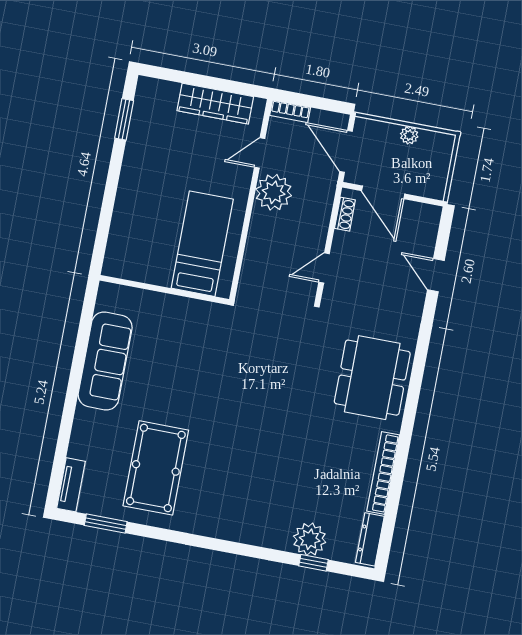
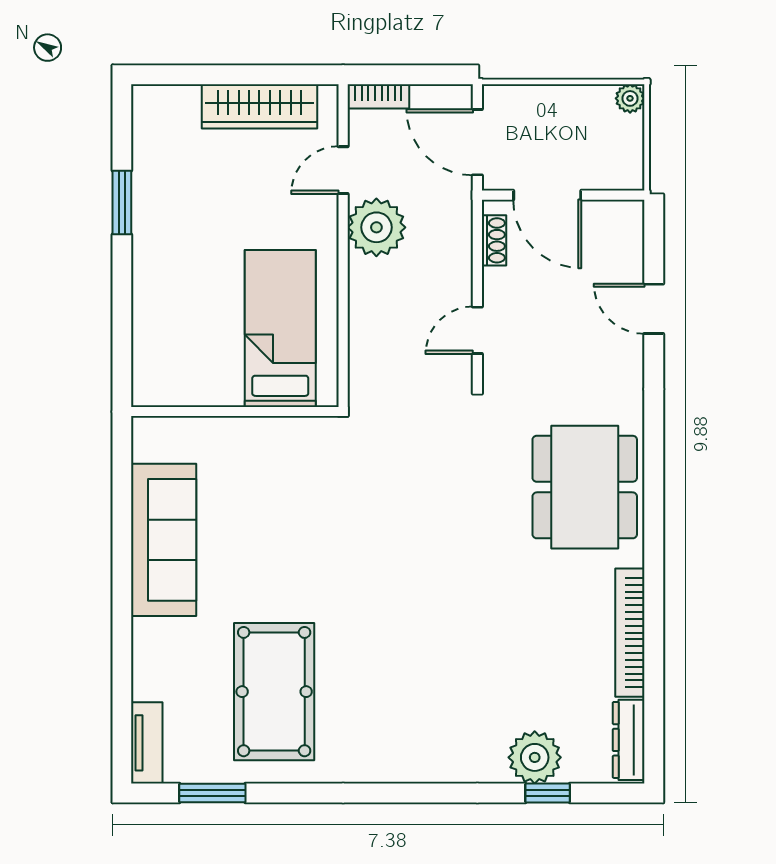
window: (124, 119) -> (122, 202), moved
plant: (409, 135) -> (630, 98), moved

